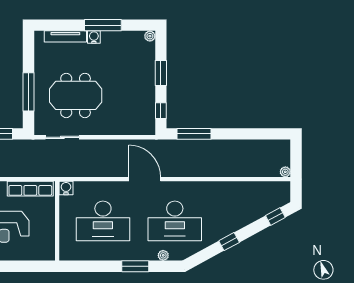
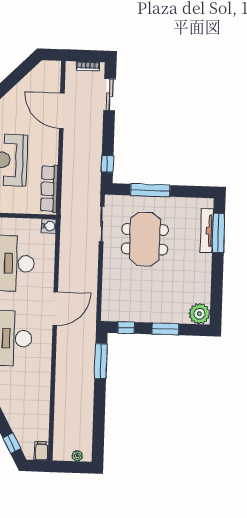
window: (103, 25) -> (218, 233), moved
plant: (150, 36) -> (199, 314), width x1.87, depth x1.87
water cooler: (94, 37) -> (205, 260), removed
plant: (285, 172) -> (77, 456), moved
filing cabinet: (282, 188) -> (41, 451), added

